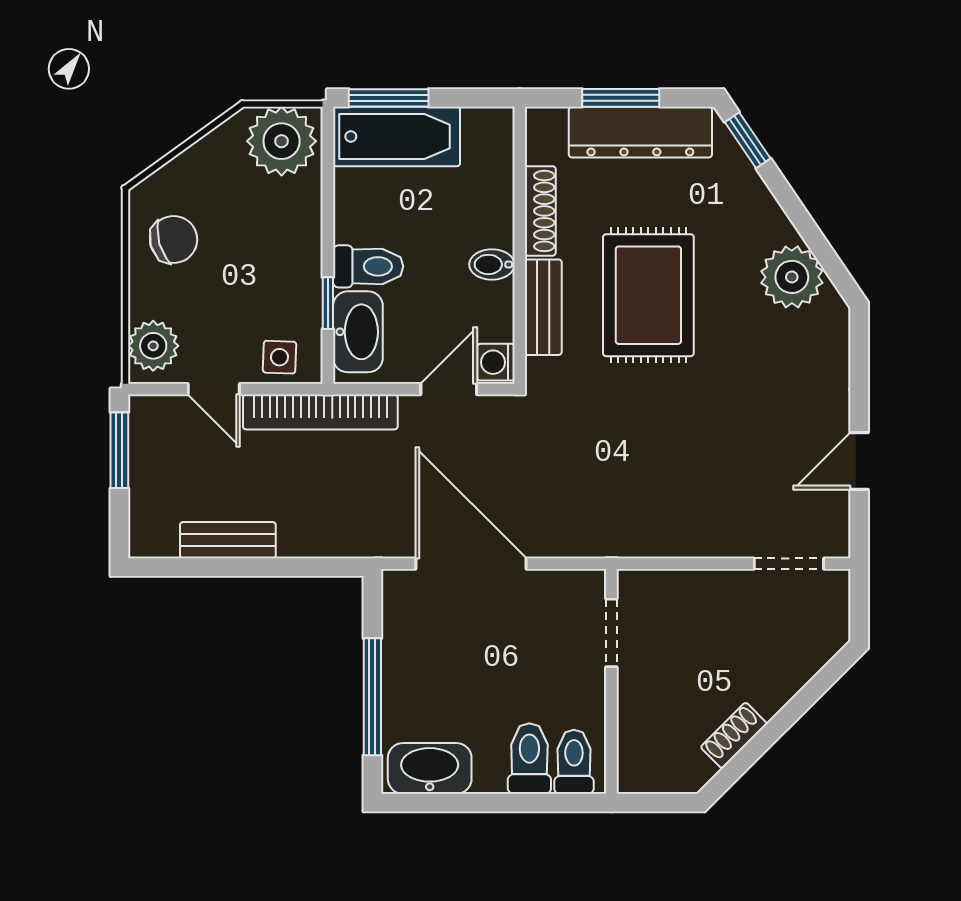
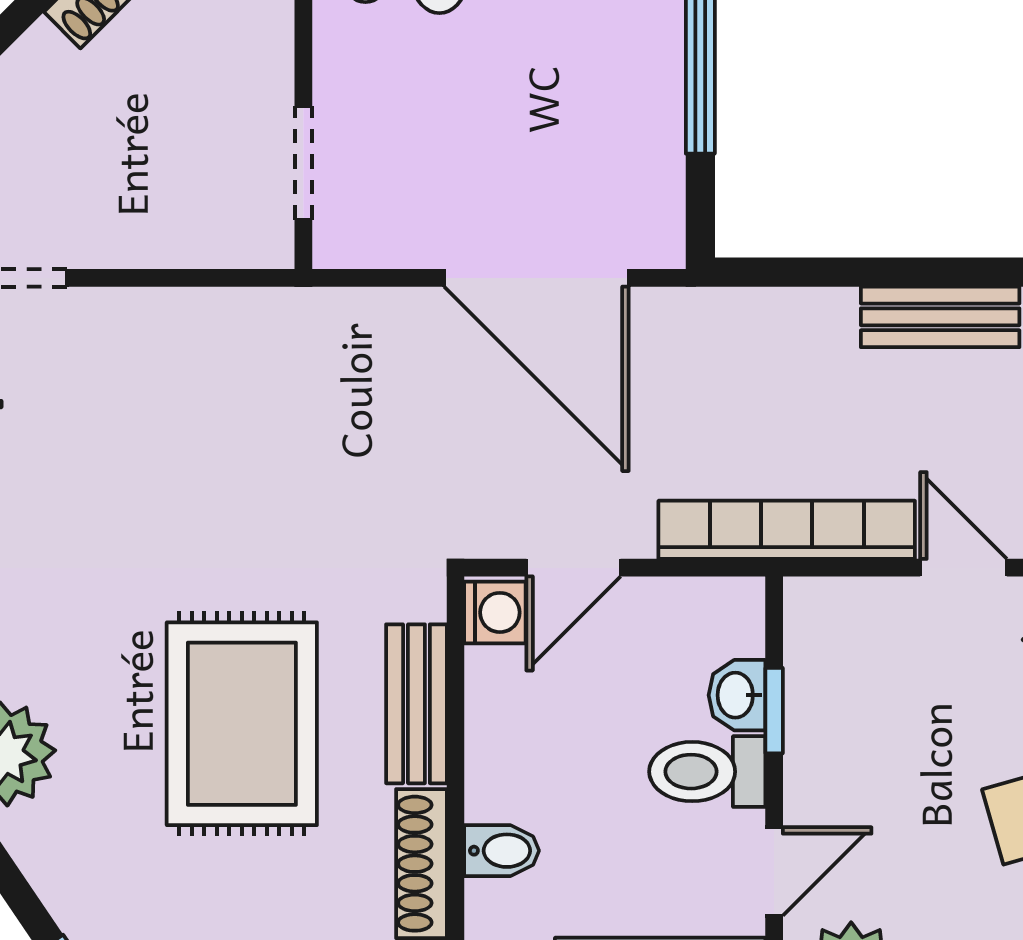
door: (328, 206) -> (774, 871), added
bidet: (492, 264) -> (502, 851), moved
washbasin: (358, 332) -> (737, 695), width x0.52, depth x0.69
side table: (280, 357) -> (854, 621), removed

